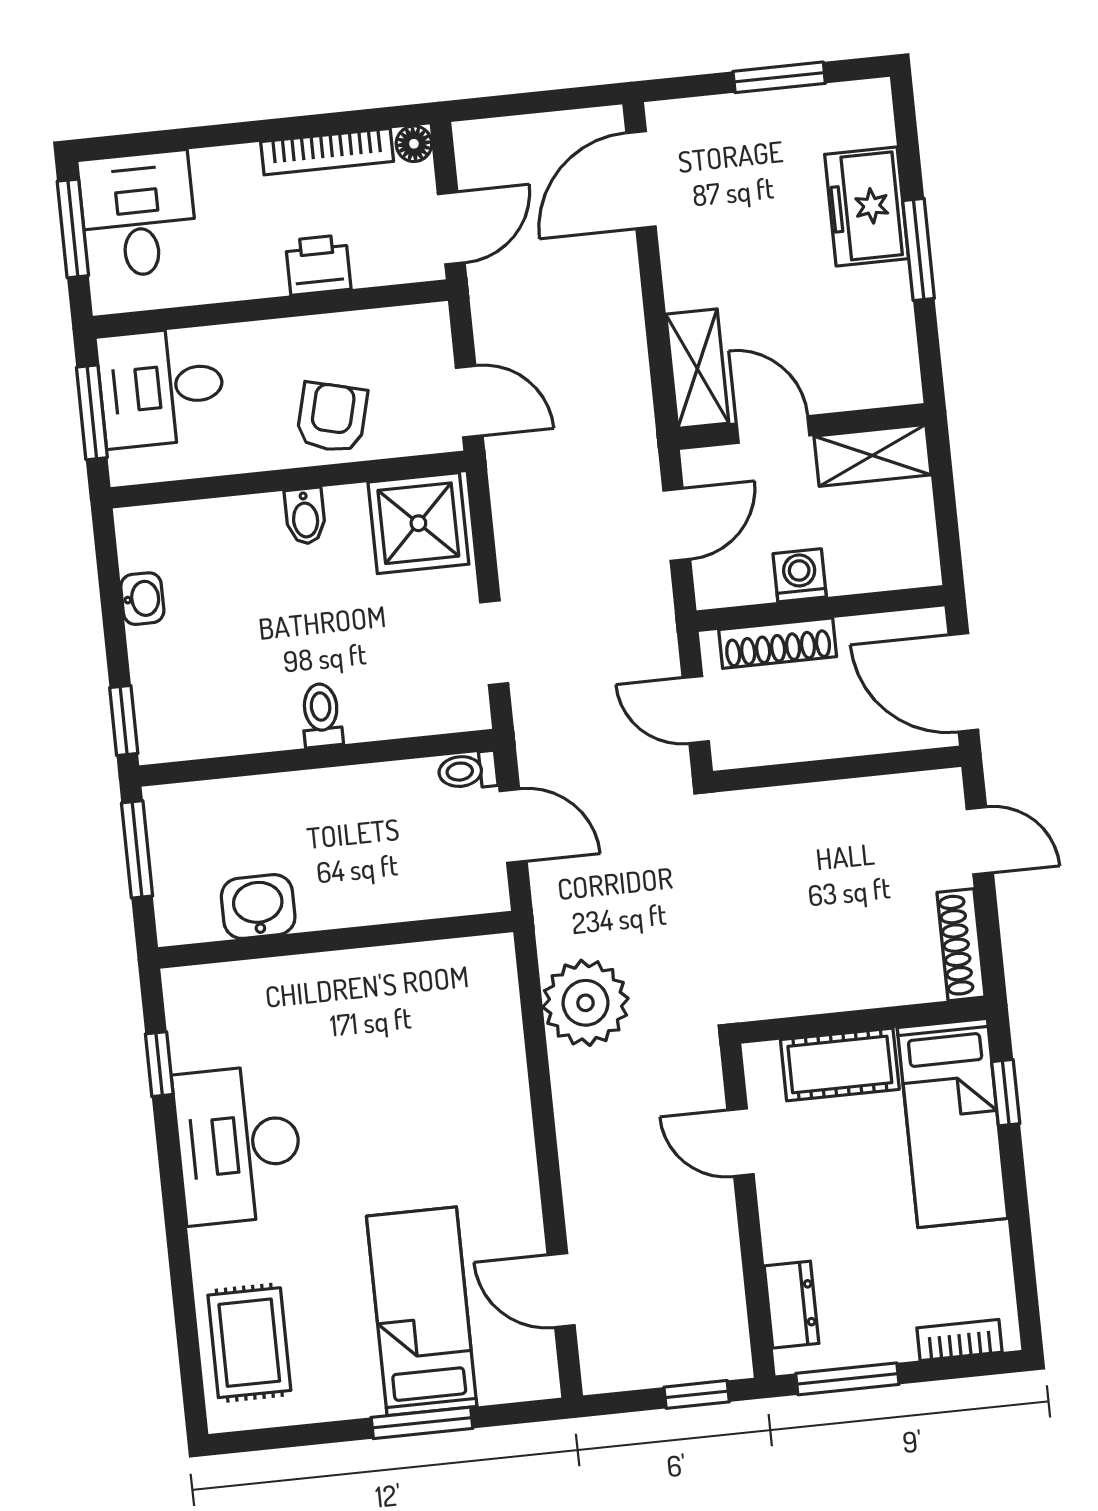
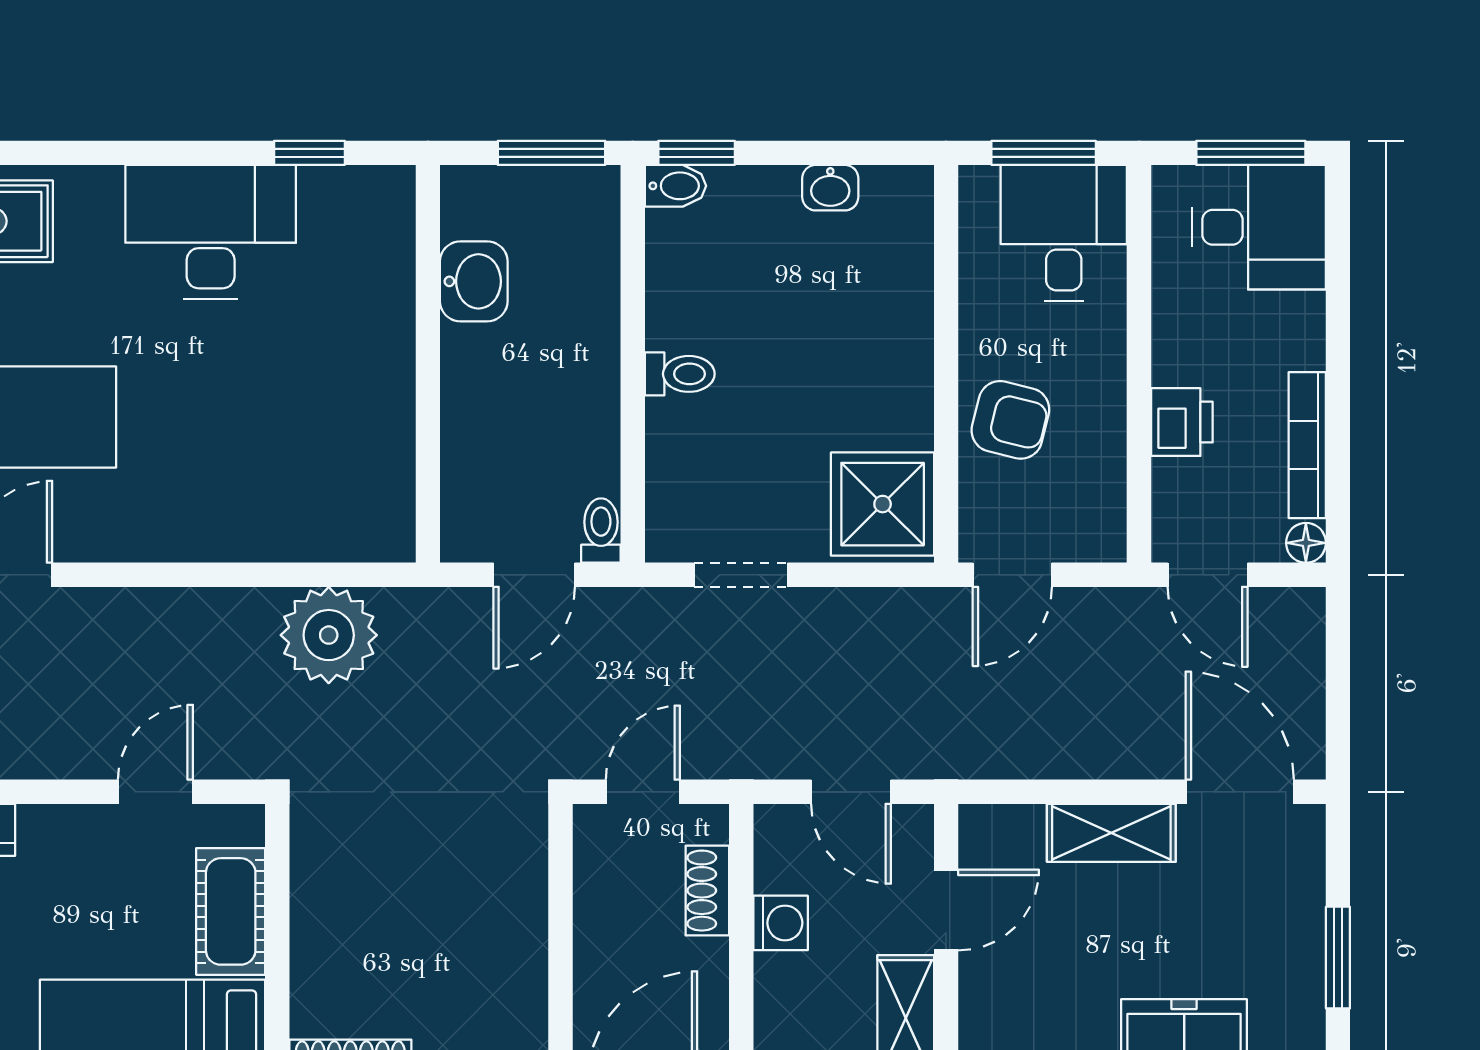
shelving: (697, 369) -> (1111, 833), moved
bidet: (305, 516) -> (676, 186), moved, turned 180
shoe rack: (778, 643) -> (707, 891), width x0.70

